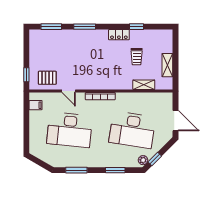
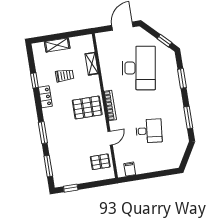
shelving: (167, 65) -> (57, 45), moved
pallet: (102, 74) -> (87, 107), added
window: (26, 75) -> (71, 188), moved
pallet: (47, 78) -> (100, 162), turned 90
desk: (70, 130) -> (149, 131), width x0.53, depth x0.77
plant: (143, 160) -> (167, 52), removed

